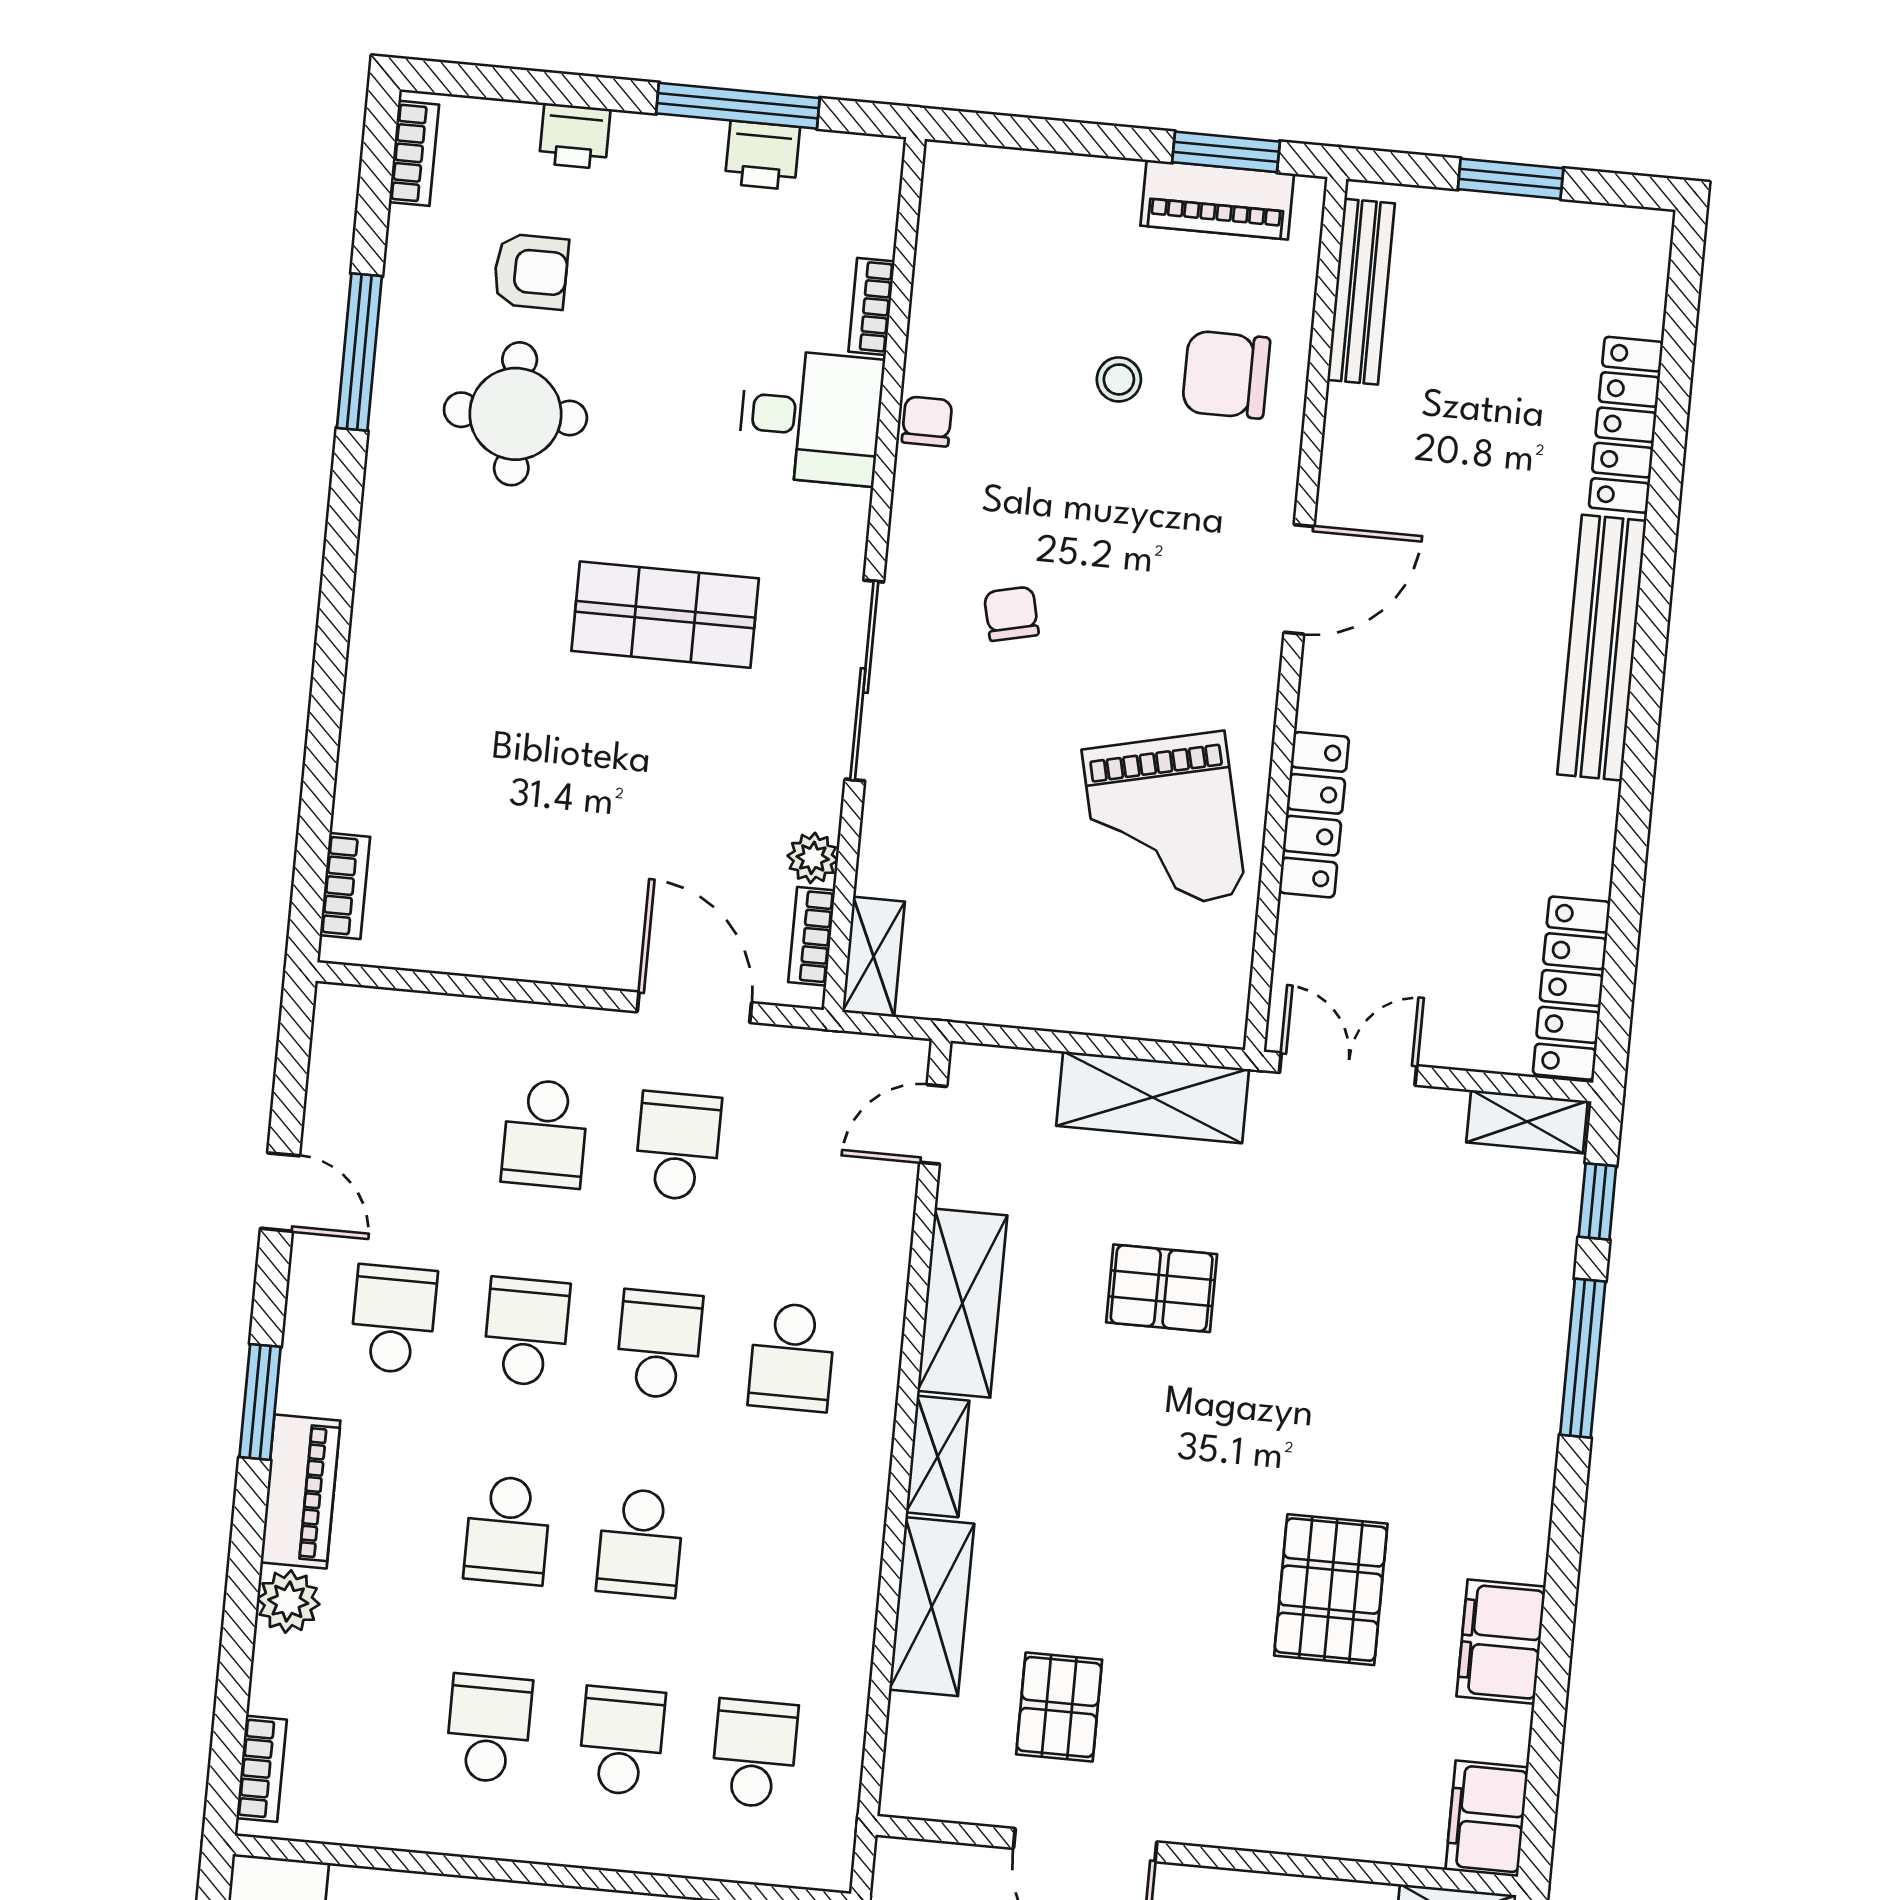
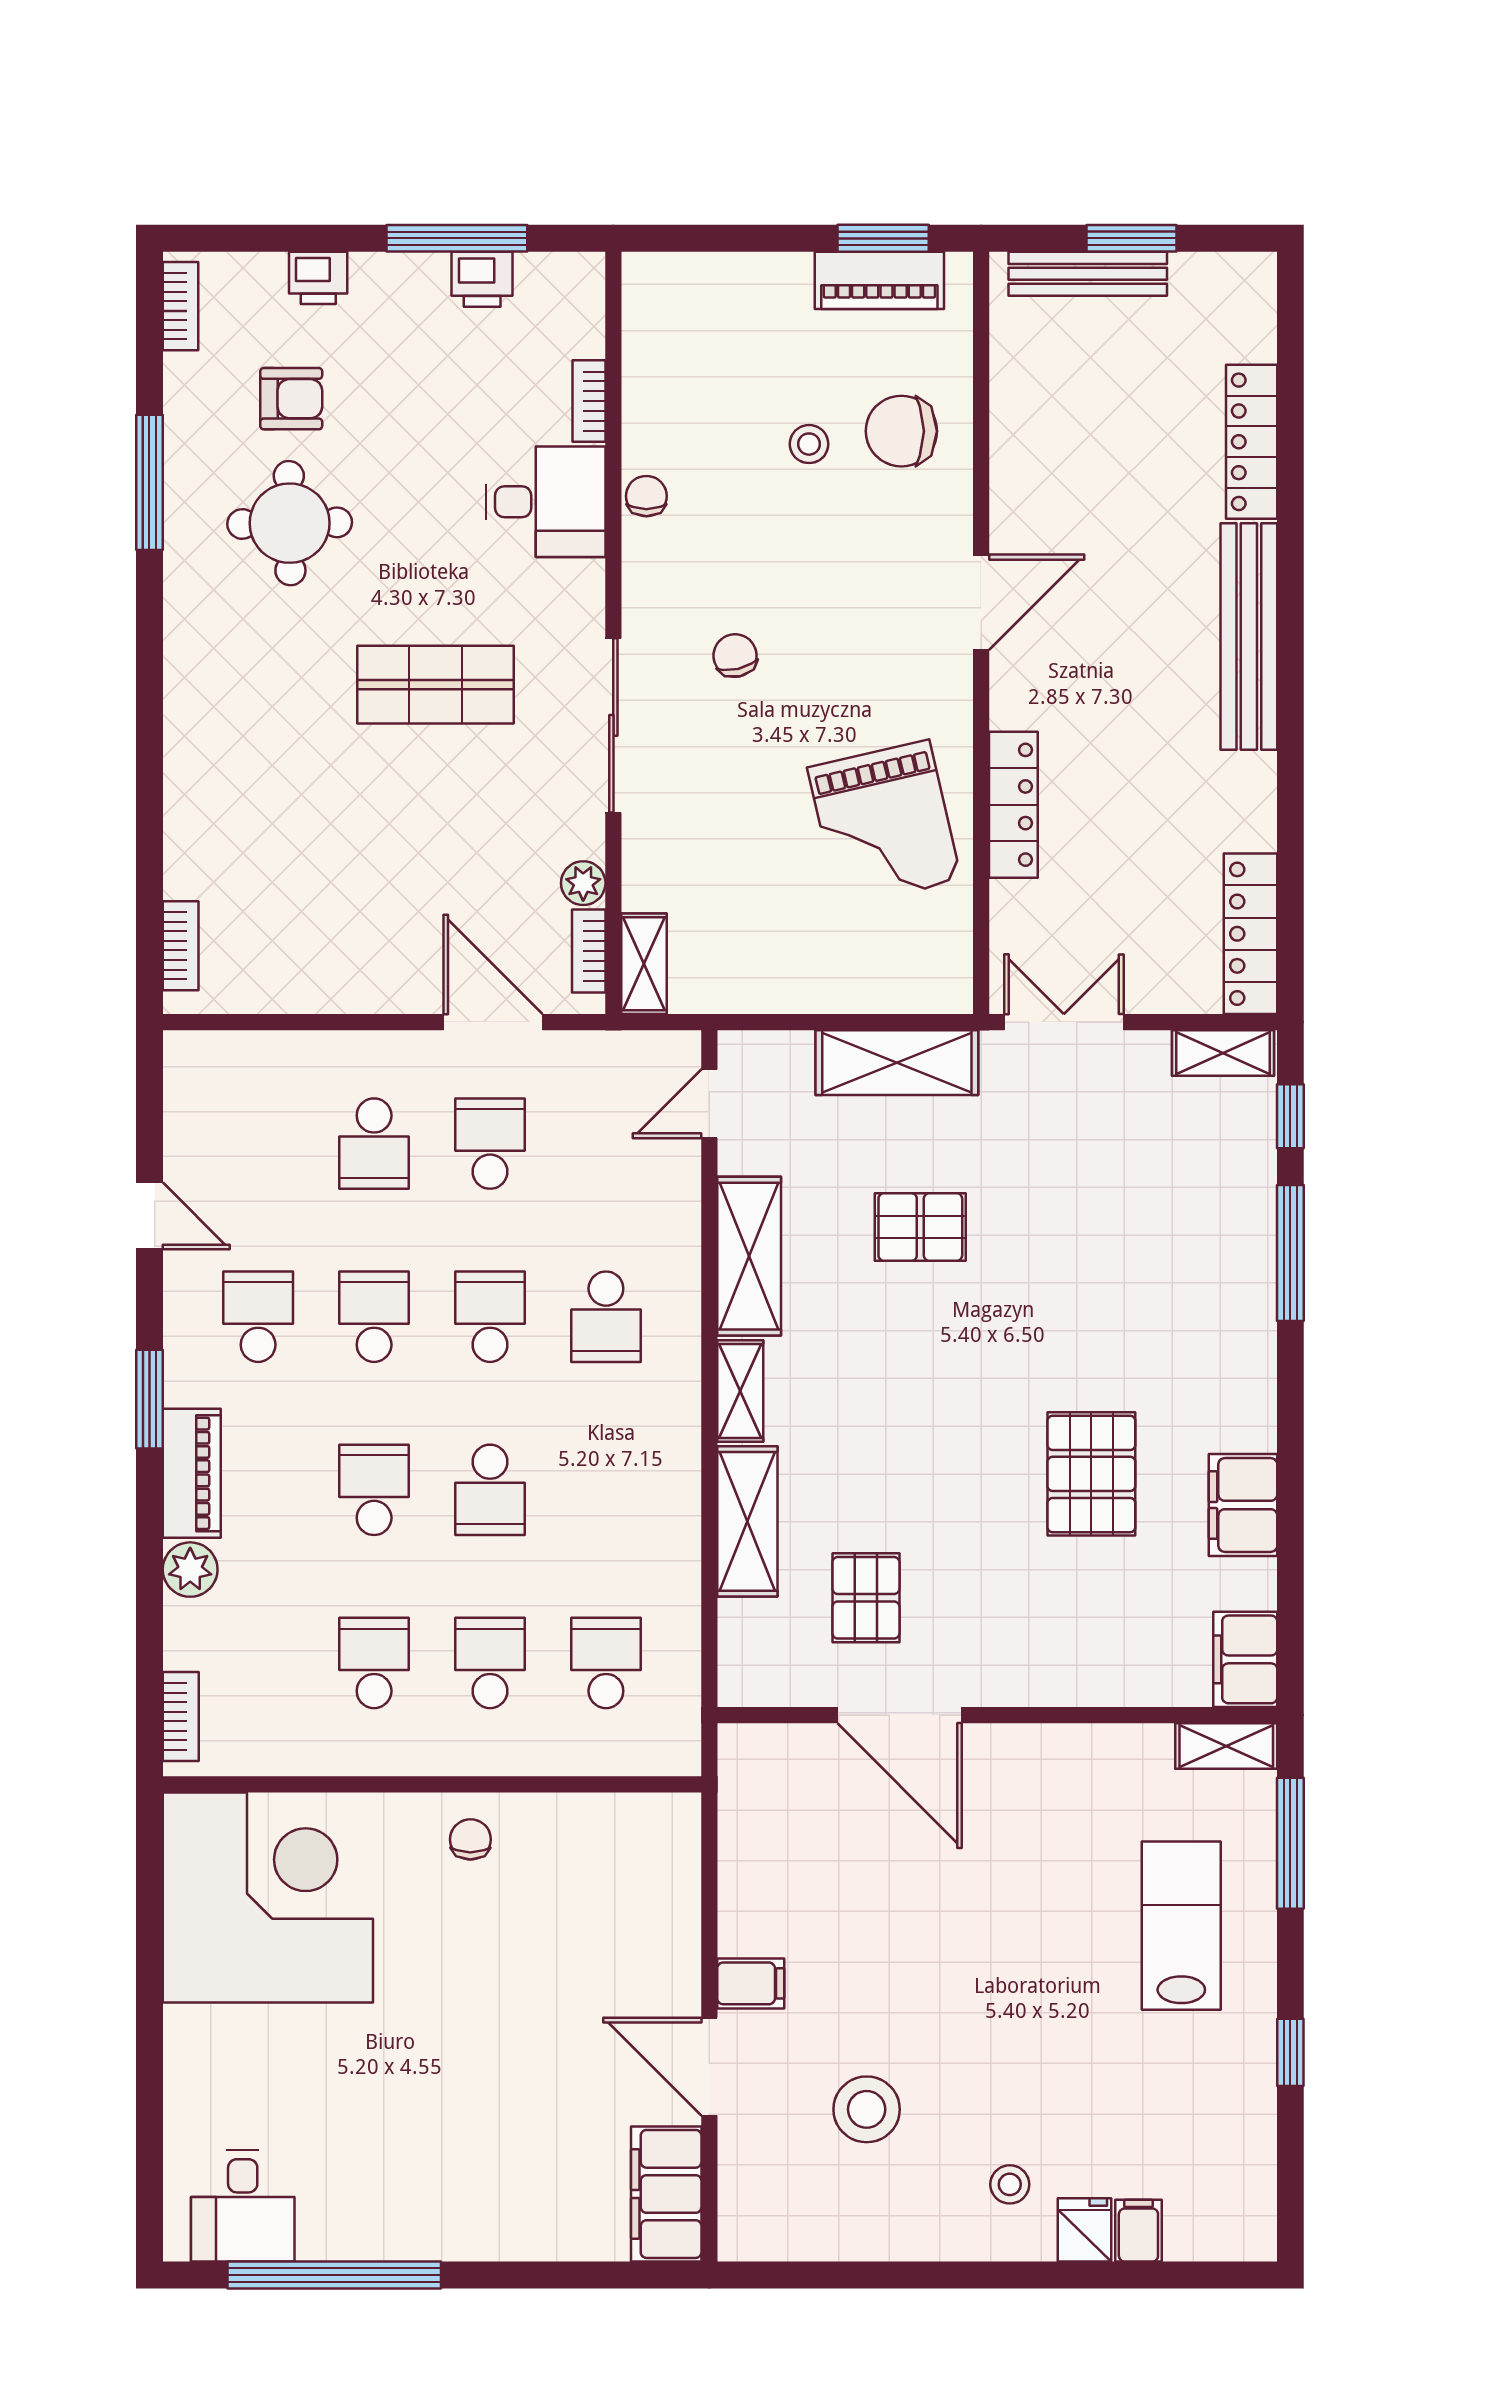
bench: (1361, 292) -> (1088, 274), moved, turned 90
school desk: (507, 1530) -> (374, 1490), turned 180

